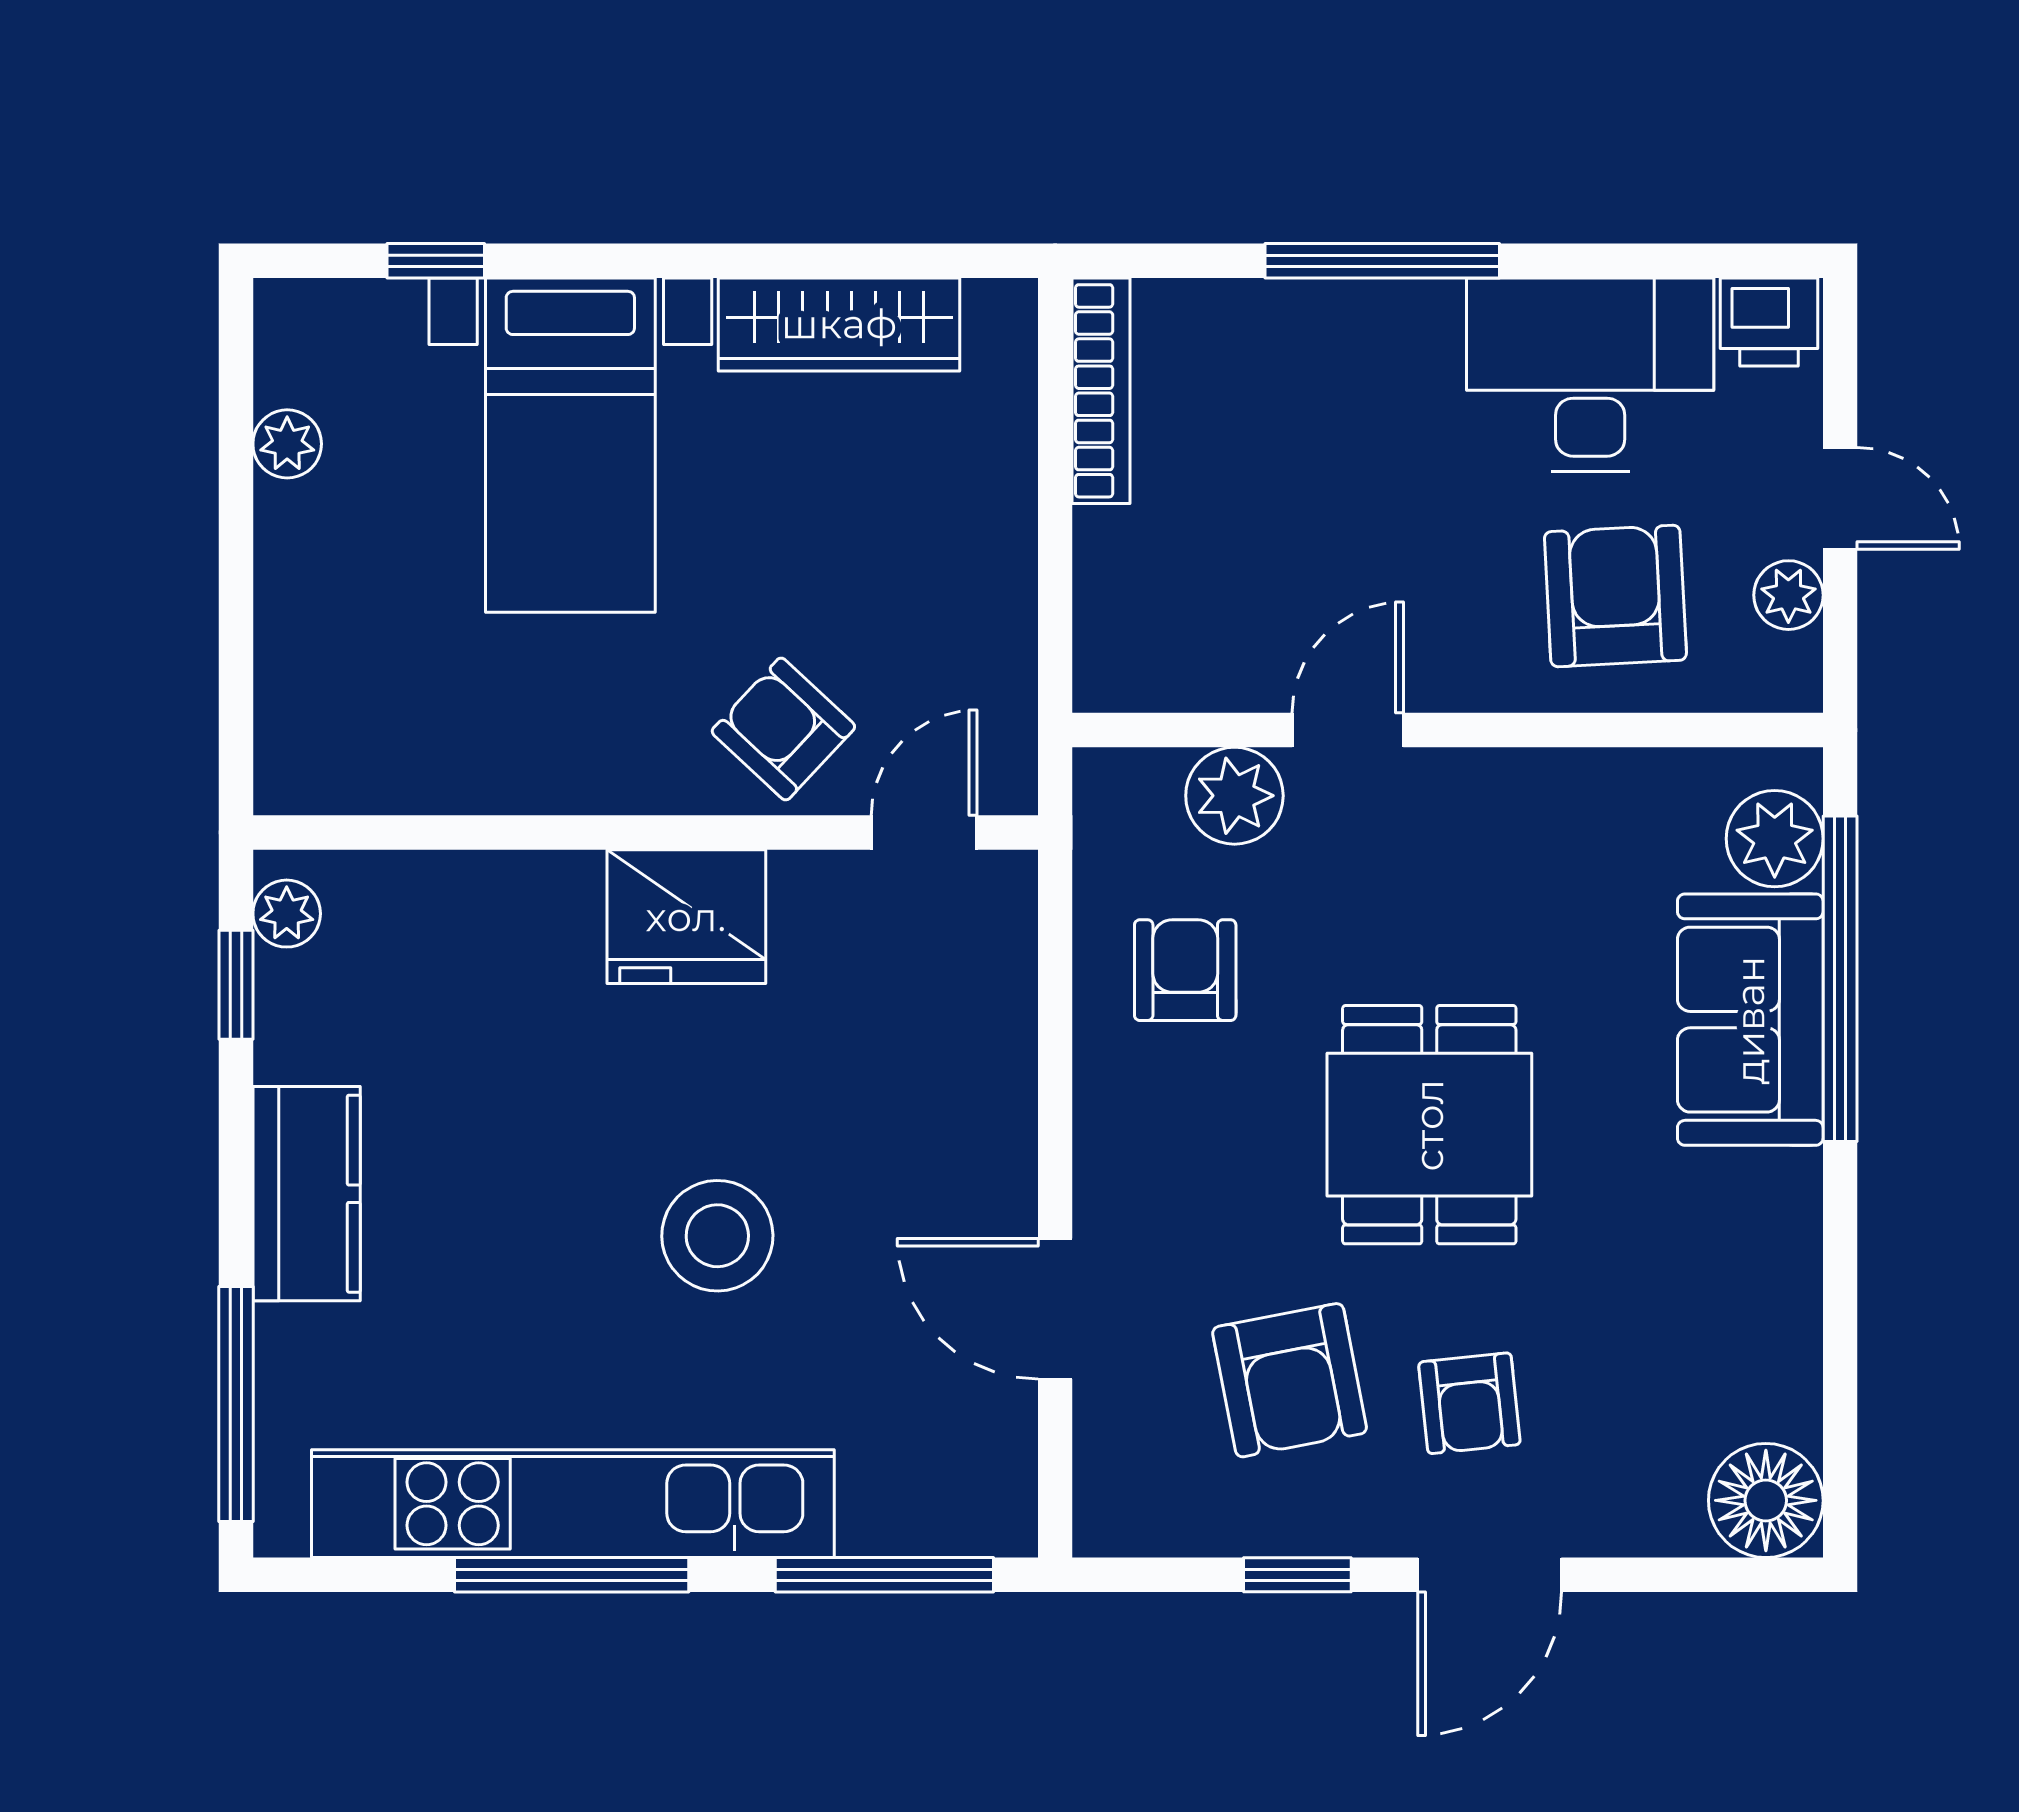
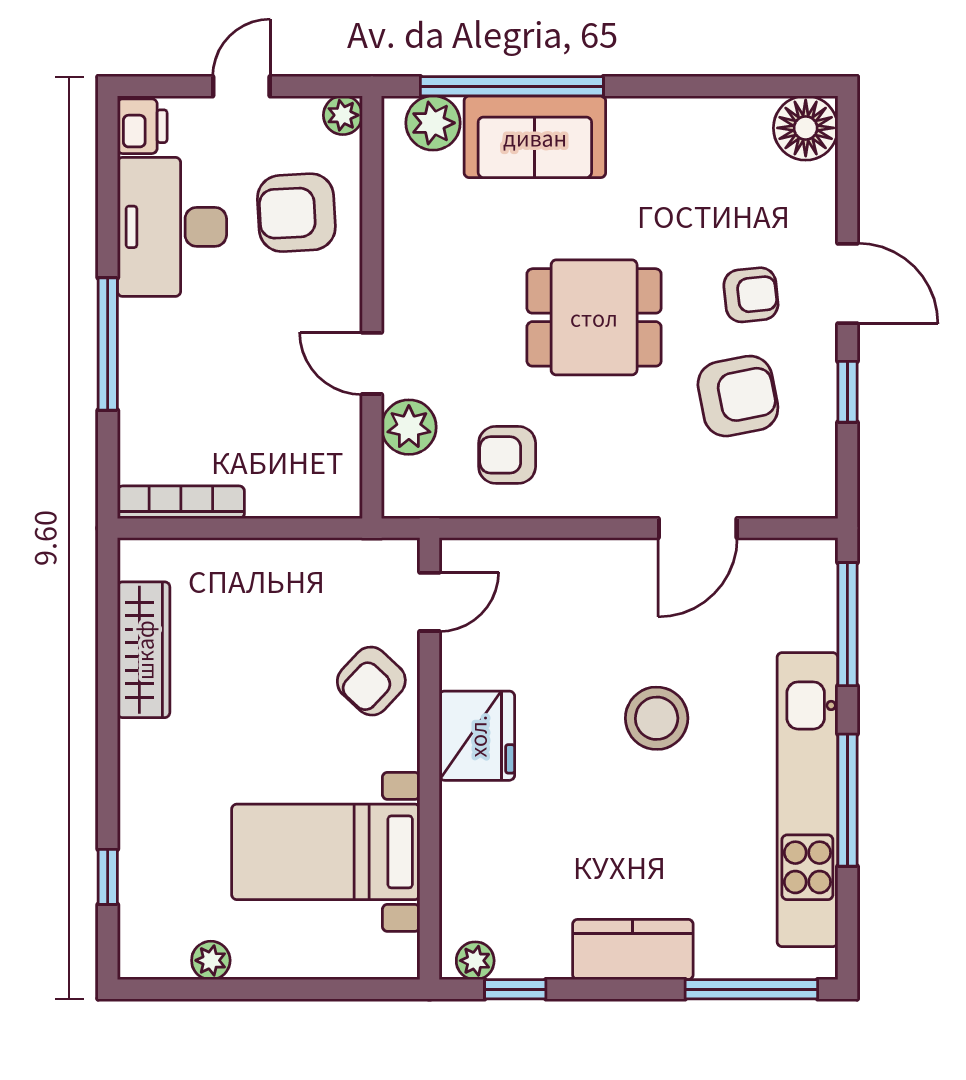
bed with nightstands: (570, 445) -> (326, 852), moved, turned 180
plant: (1788, 595) -> (343, 115), moved
door: (924, 832) -> (430, 602), swing flipped

